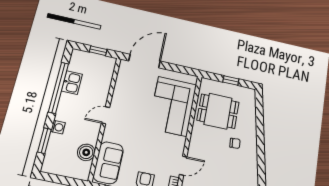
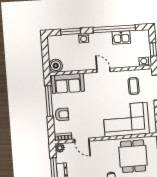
washing machine: (110, 66) -> (144, 62), added
coffee table: (135, 86) -> (134, 86), added
boiler: (86, 152) -> (56, 66), moved

